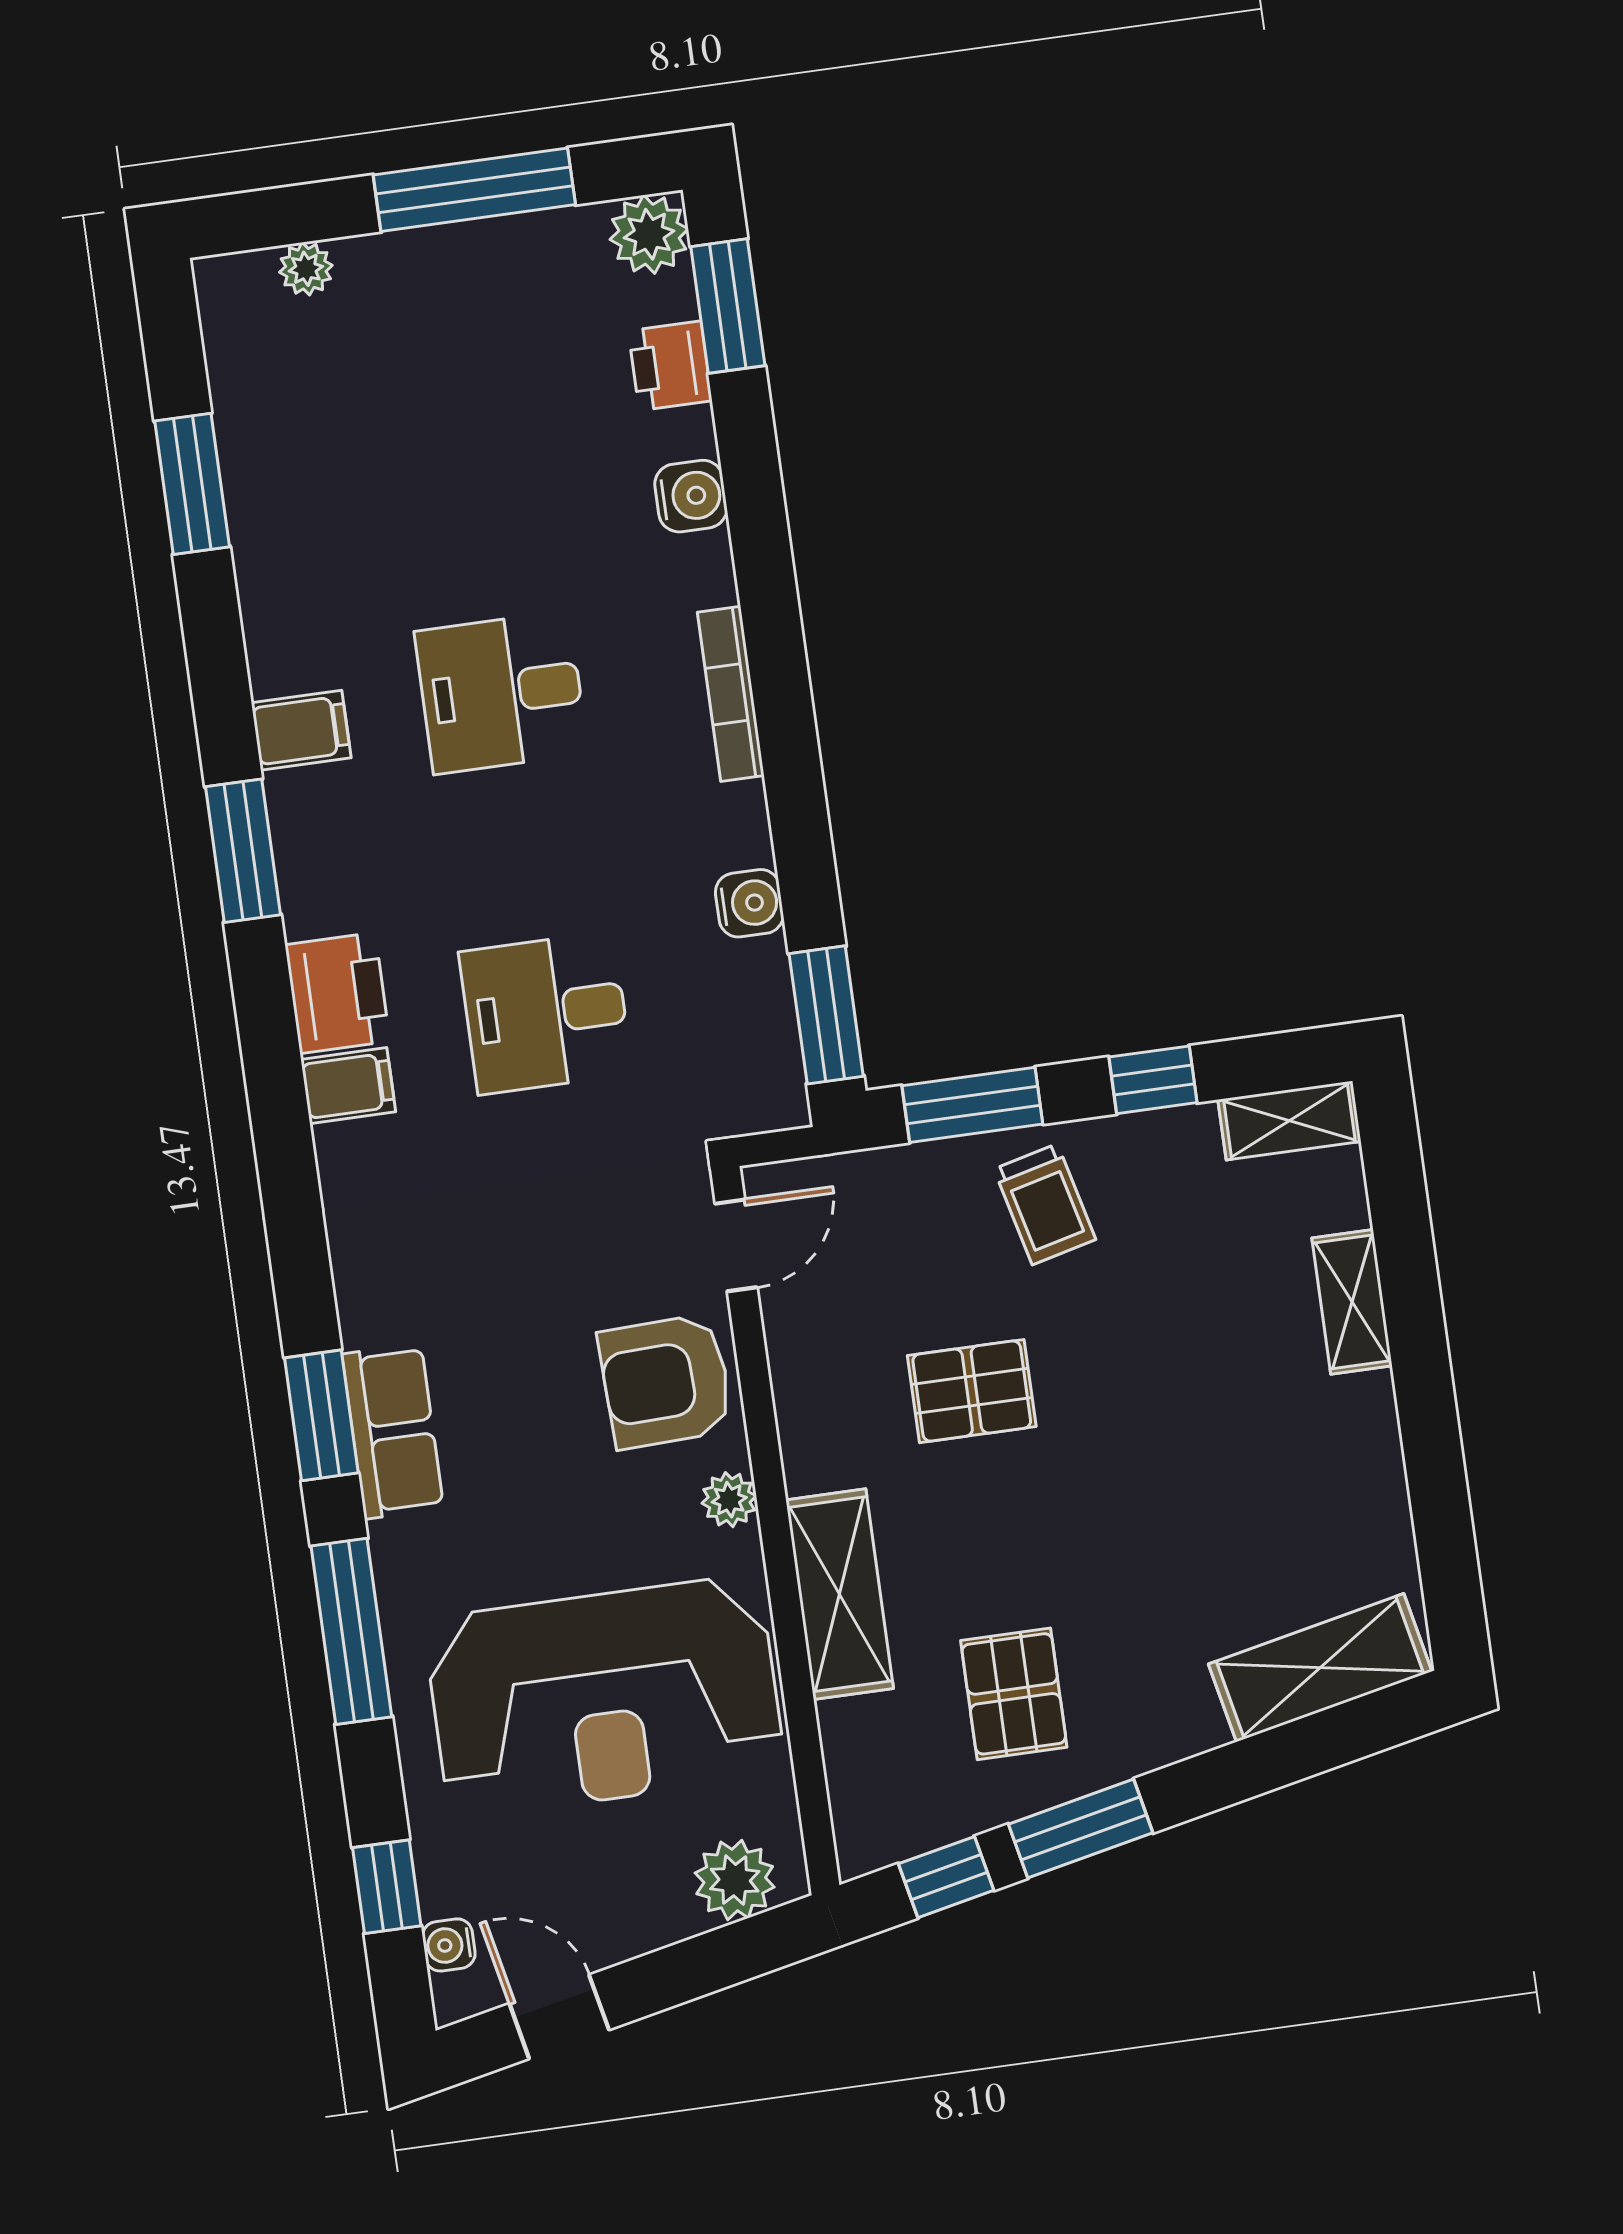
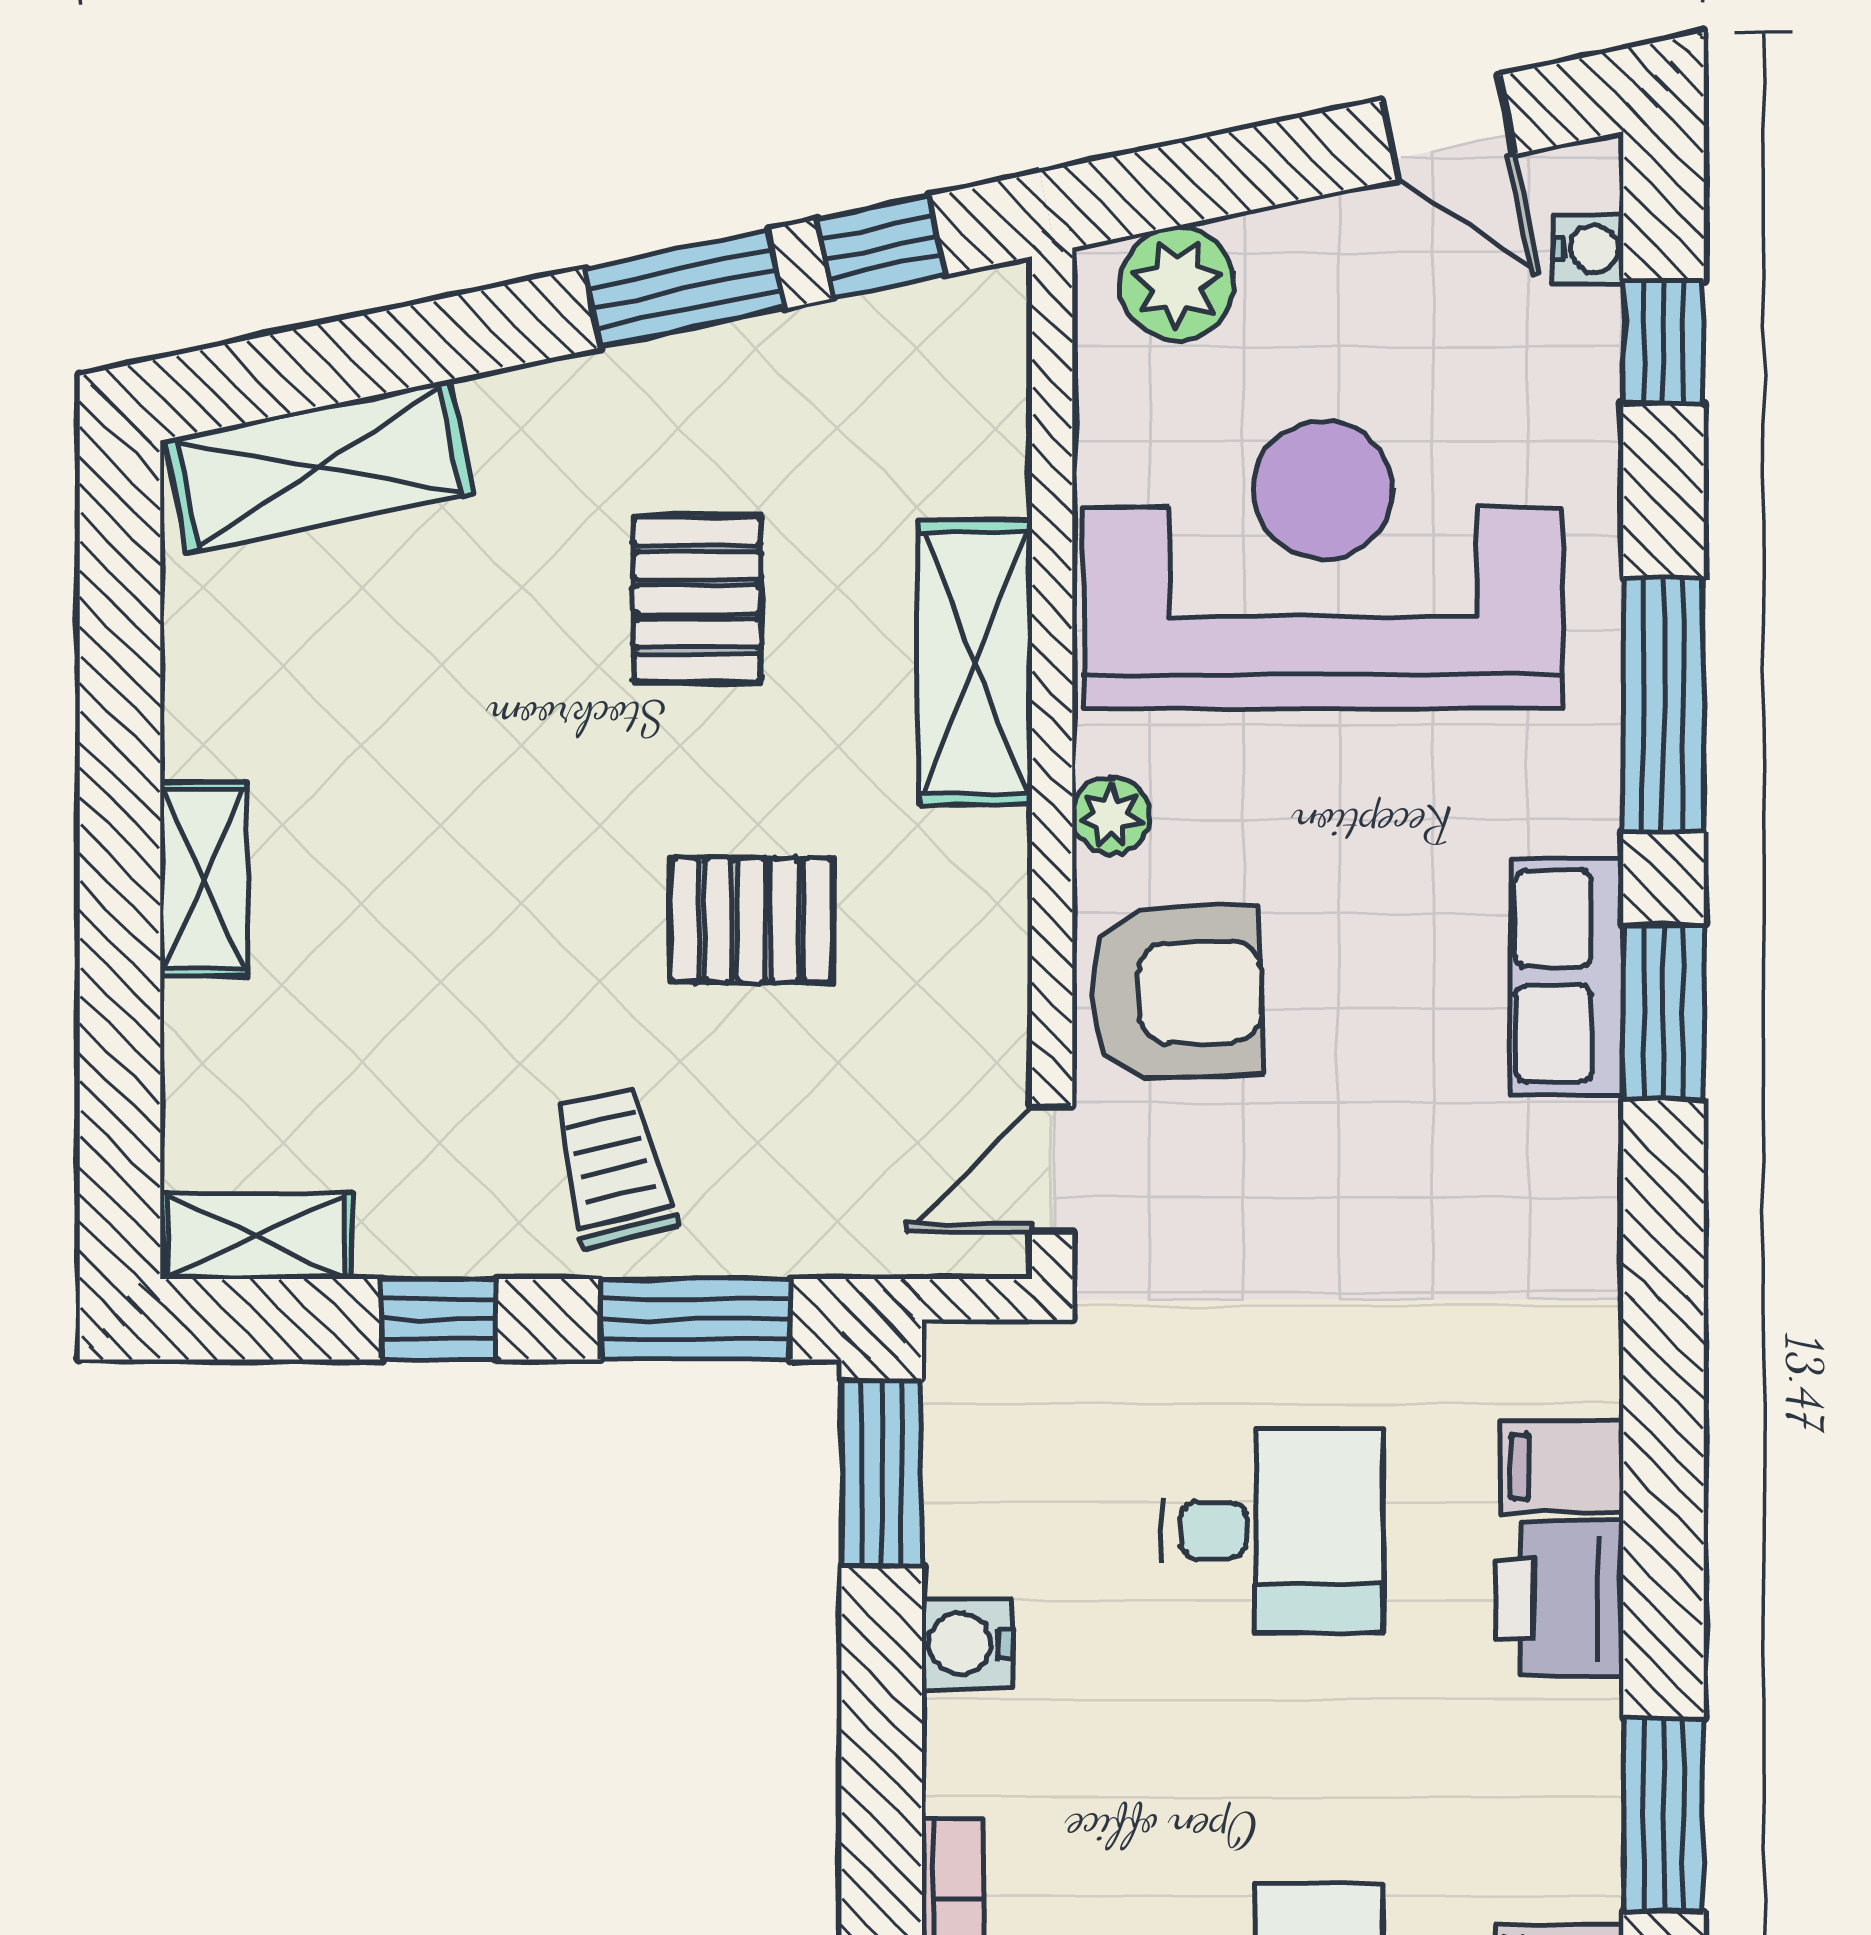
shelving: (1352, 1302) -> (204, 879), moved
pallet: (1014, 1694) -> (697, 599), moved

